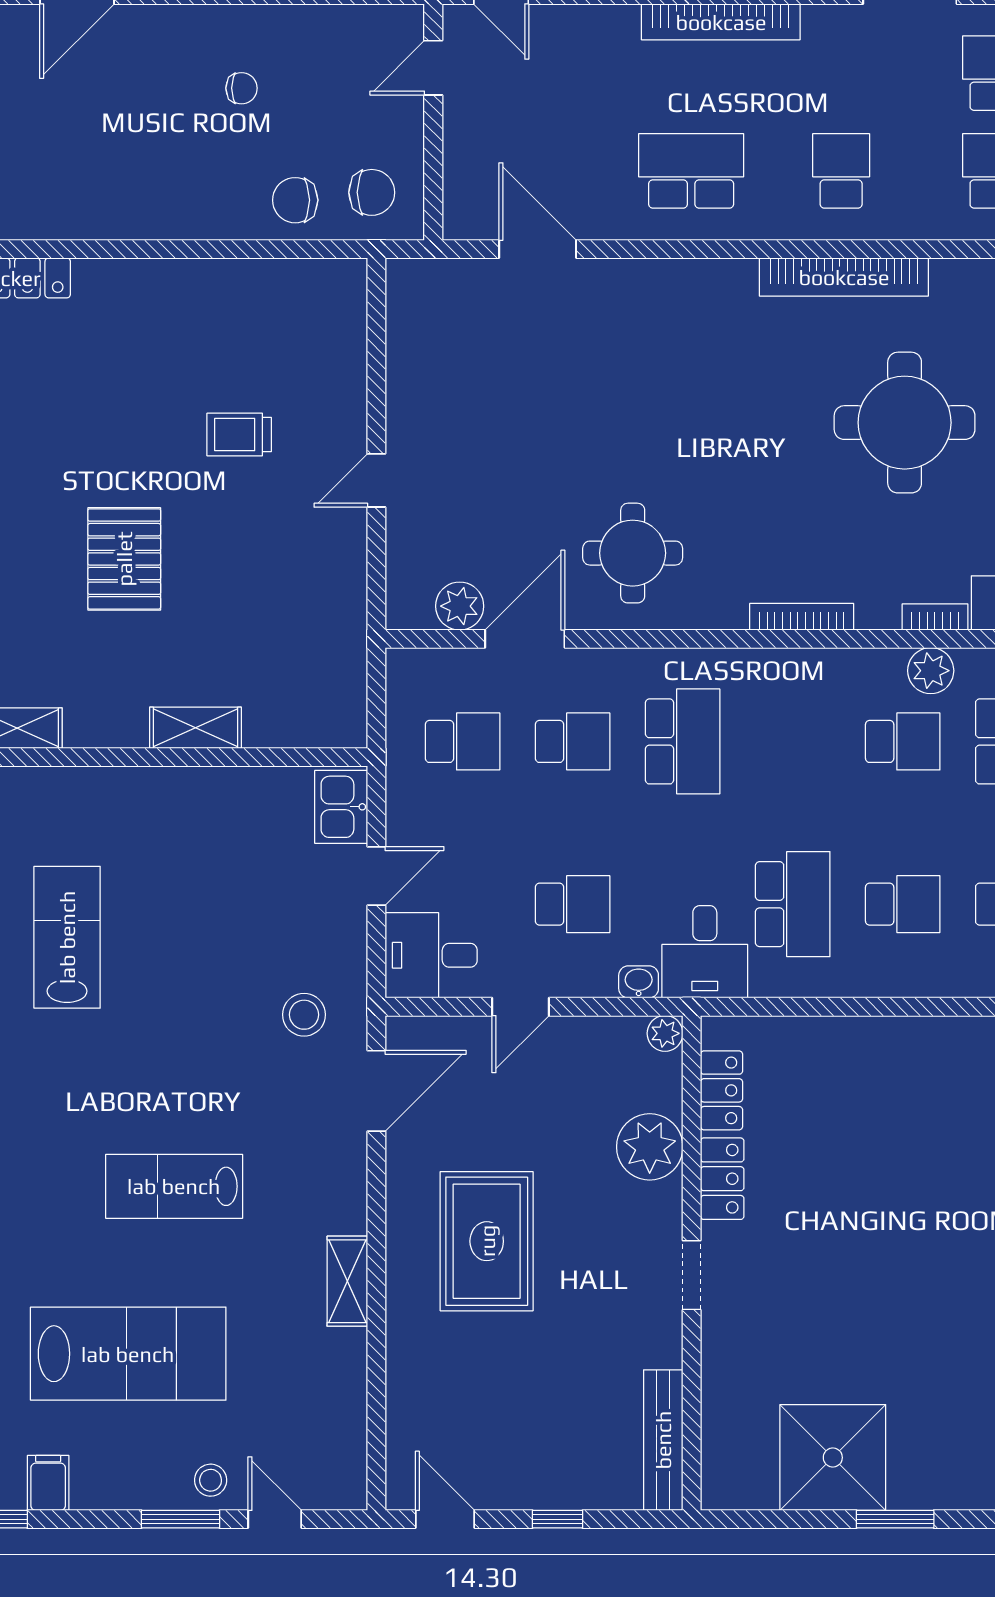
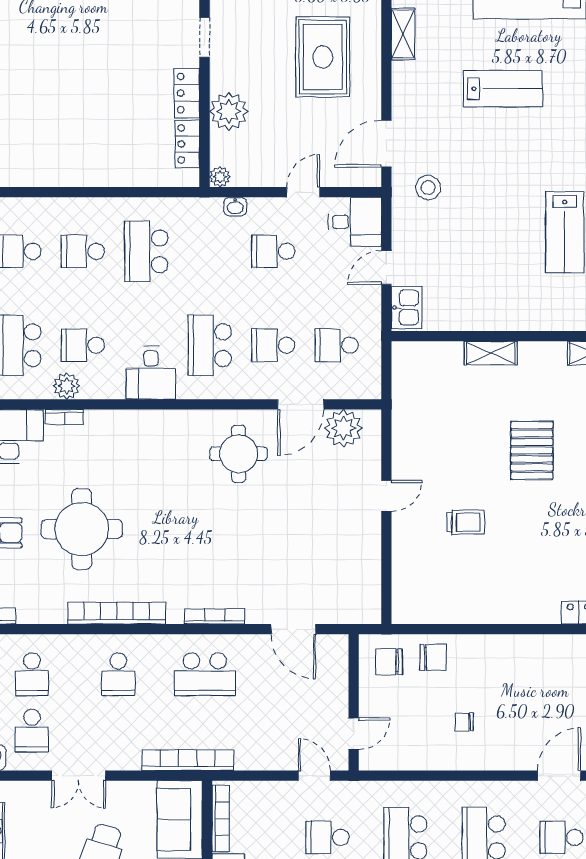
plant: (460, 606) -> (343, 428), width x1.36, depth x1.36
bookcase: (802, 617) -> (215, 616), moved, turned 180
desk: (705, 952) -> (151, 373), moved, turned 180

